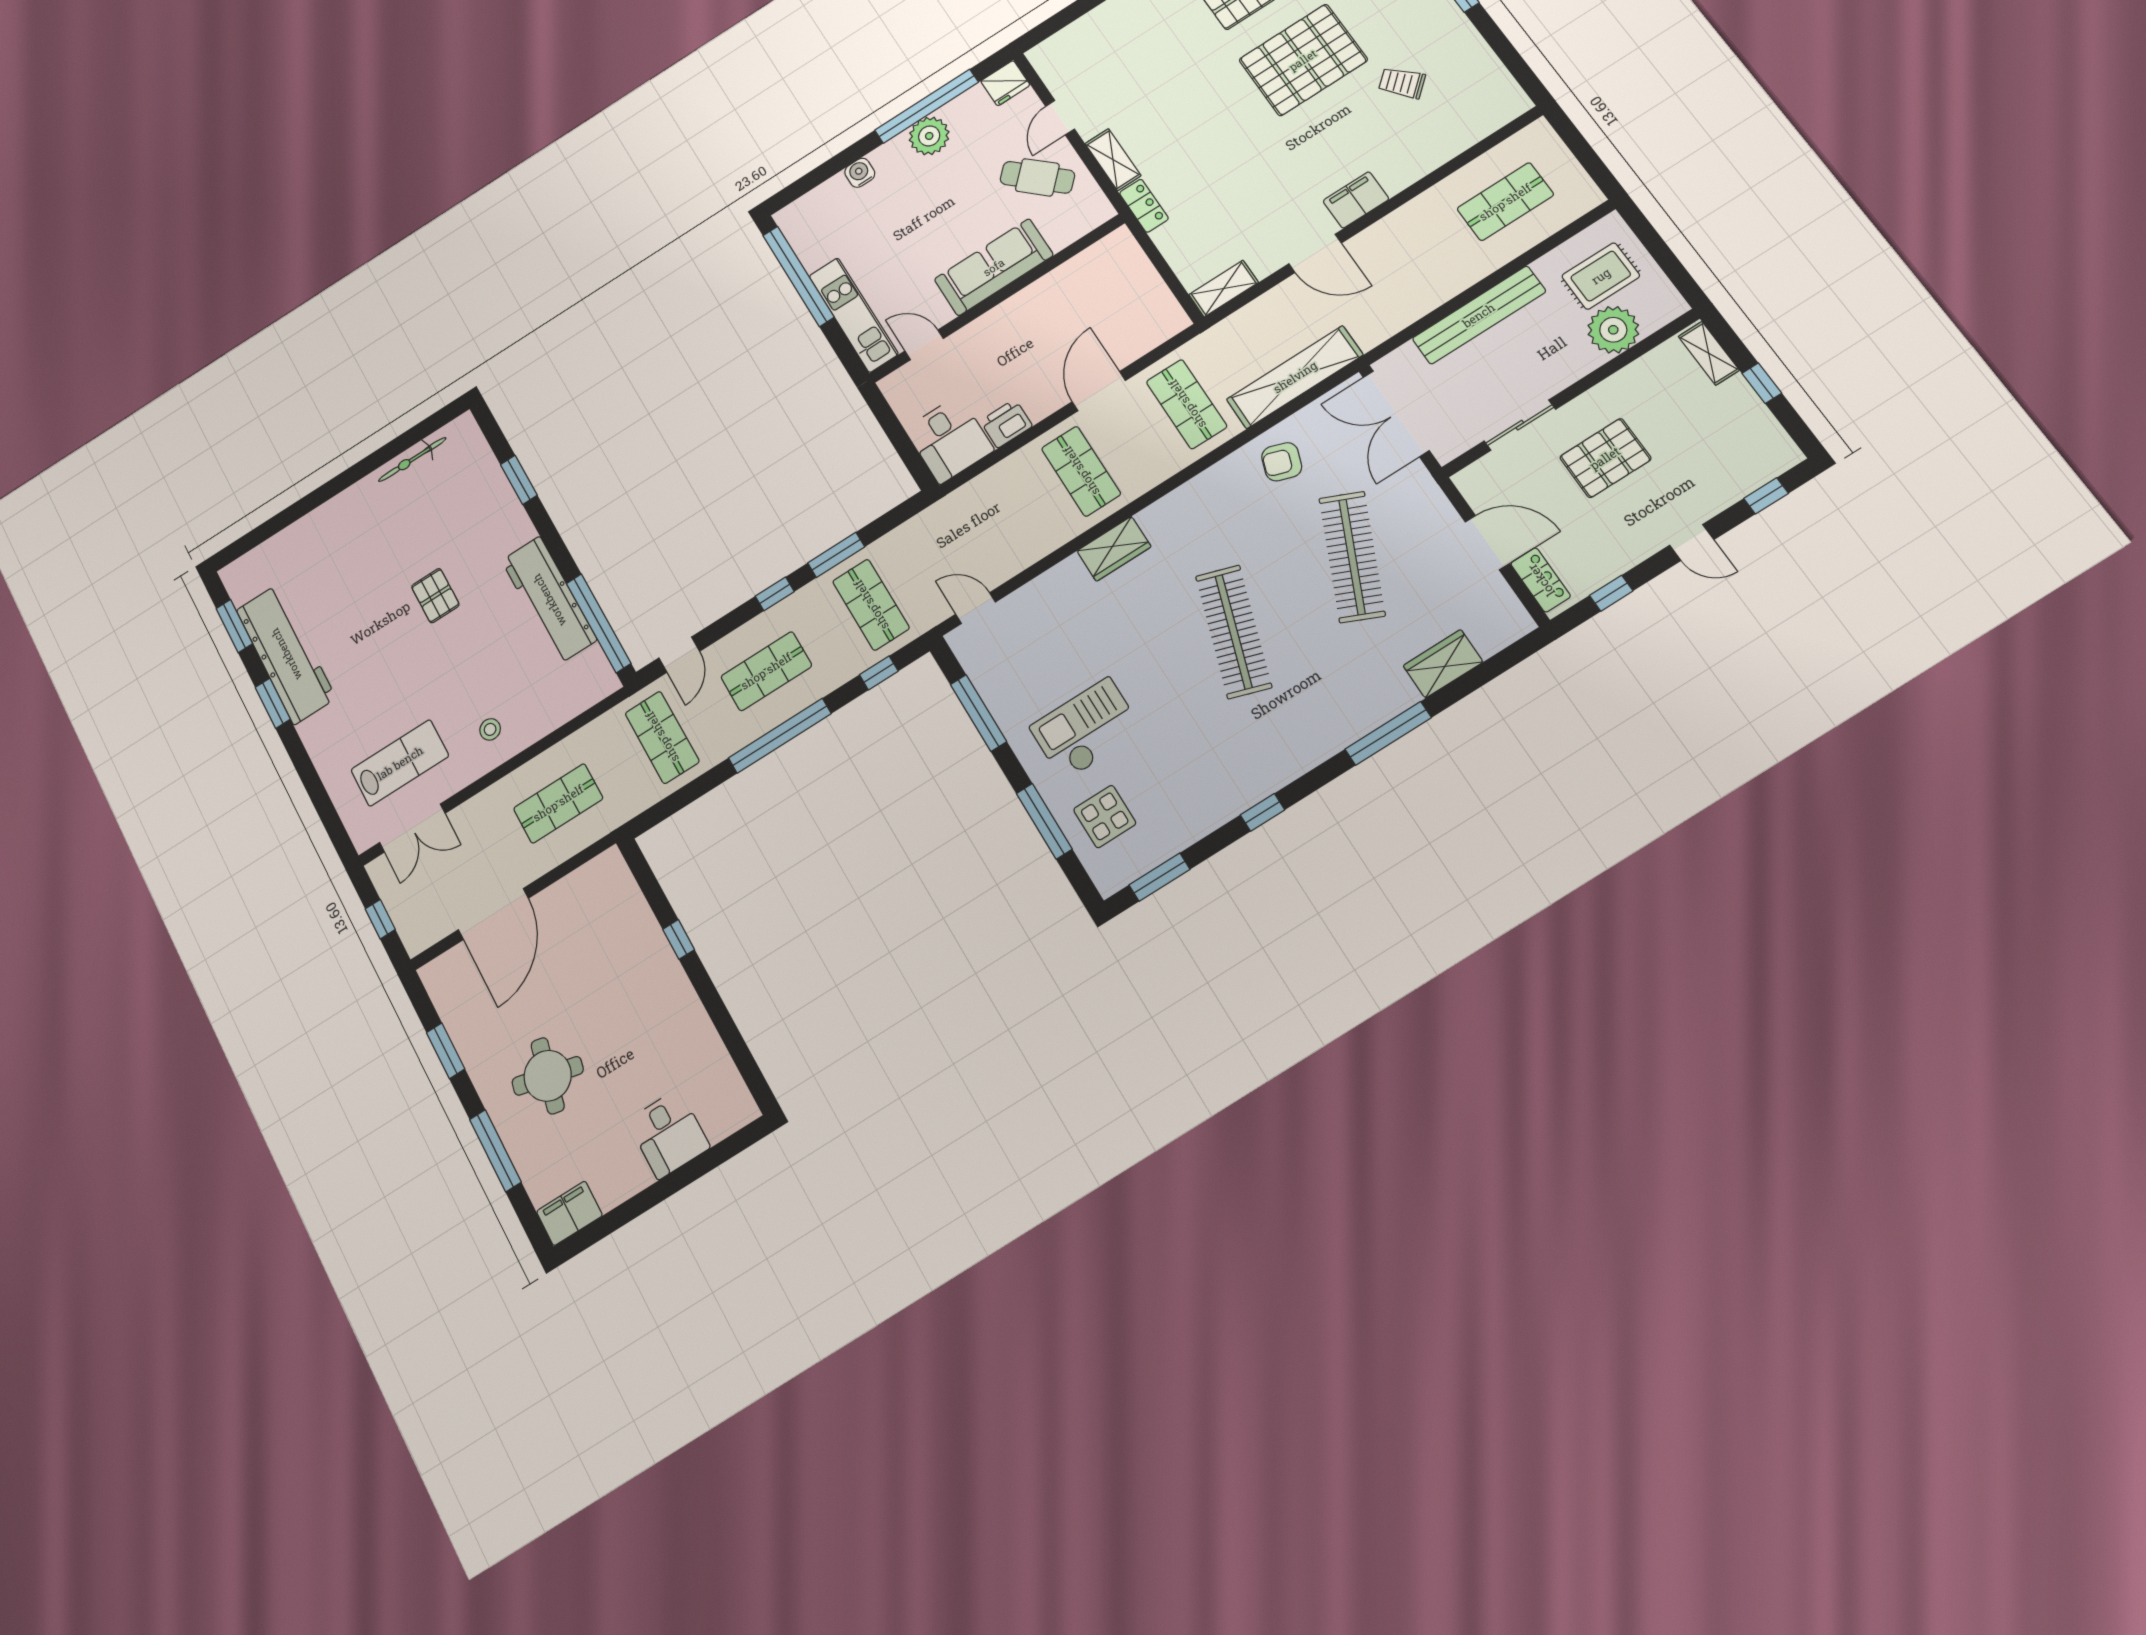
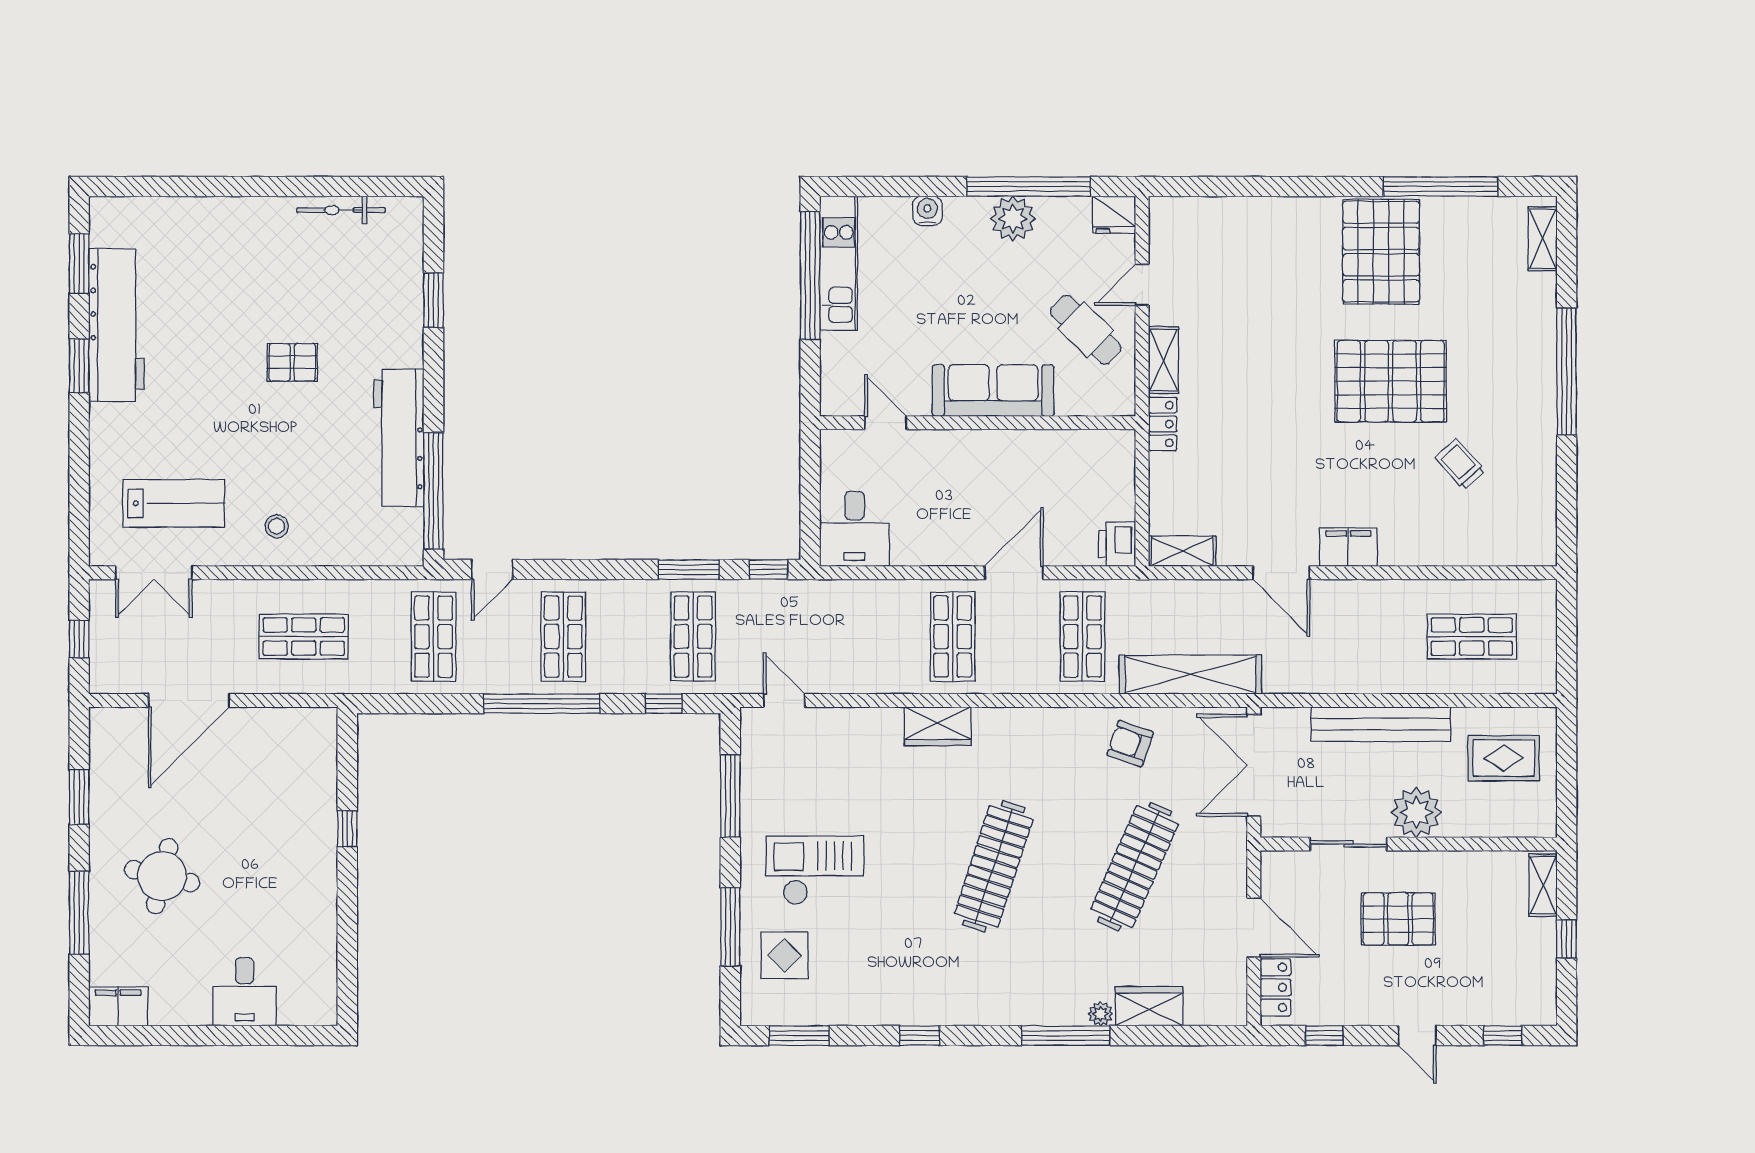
kitchen unit: (853, 315) -> (839, 263), moved
plant: (1613, 330) -> (1416, 812), moved
printer: (1006, 423) -> (1117, 544), moved, turned -90
window: (775, 594) -> (769, 570), moved
pallet: (435, 596) -> (292, 362), turned 90
shop shelf: (766, 671) -> (563, 637), turned 90
plant: (1406, 696) -> (1101, 1014), added

